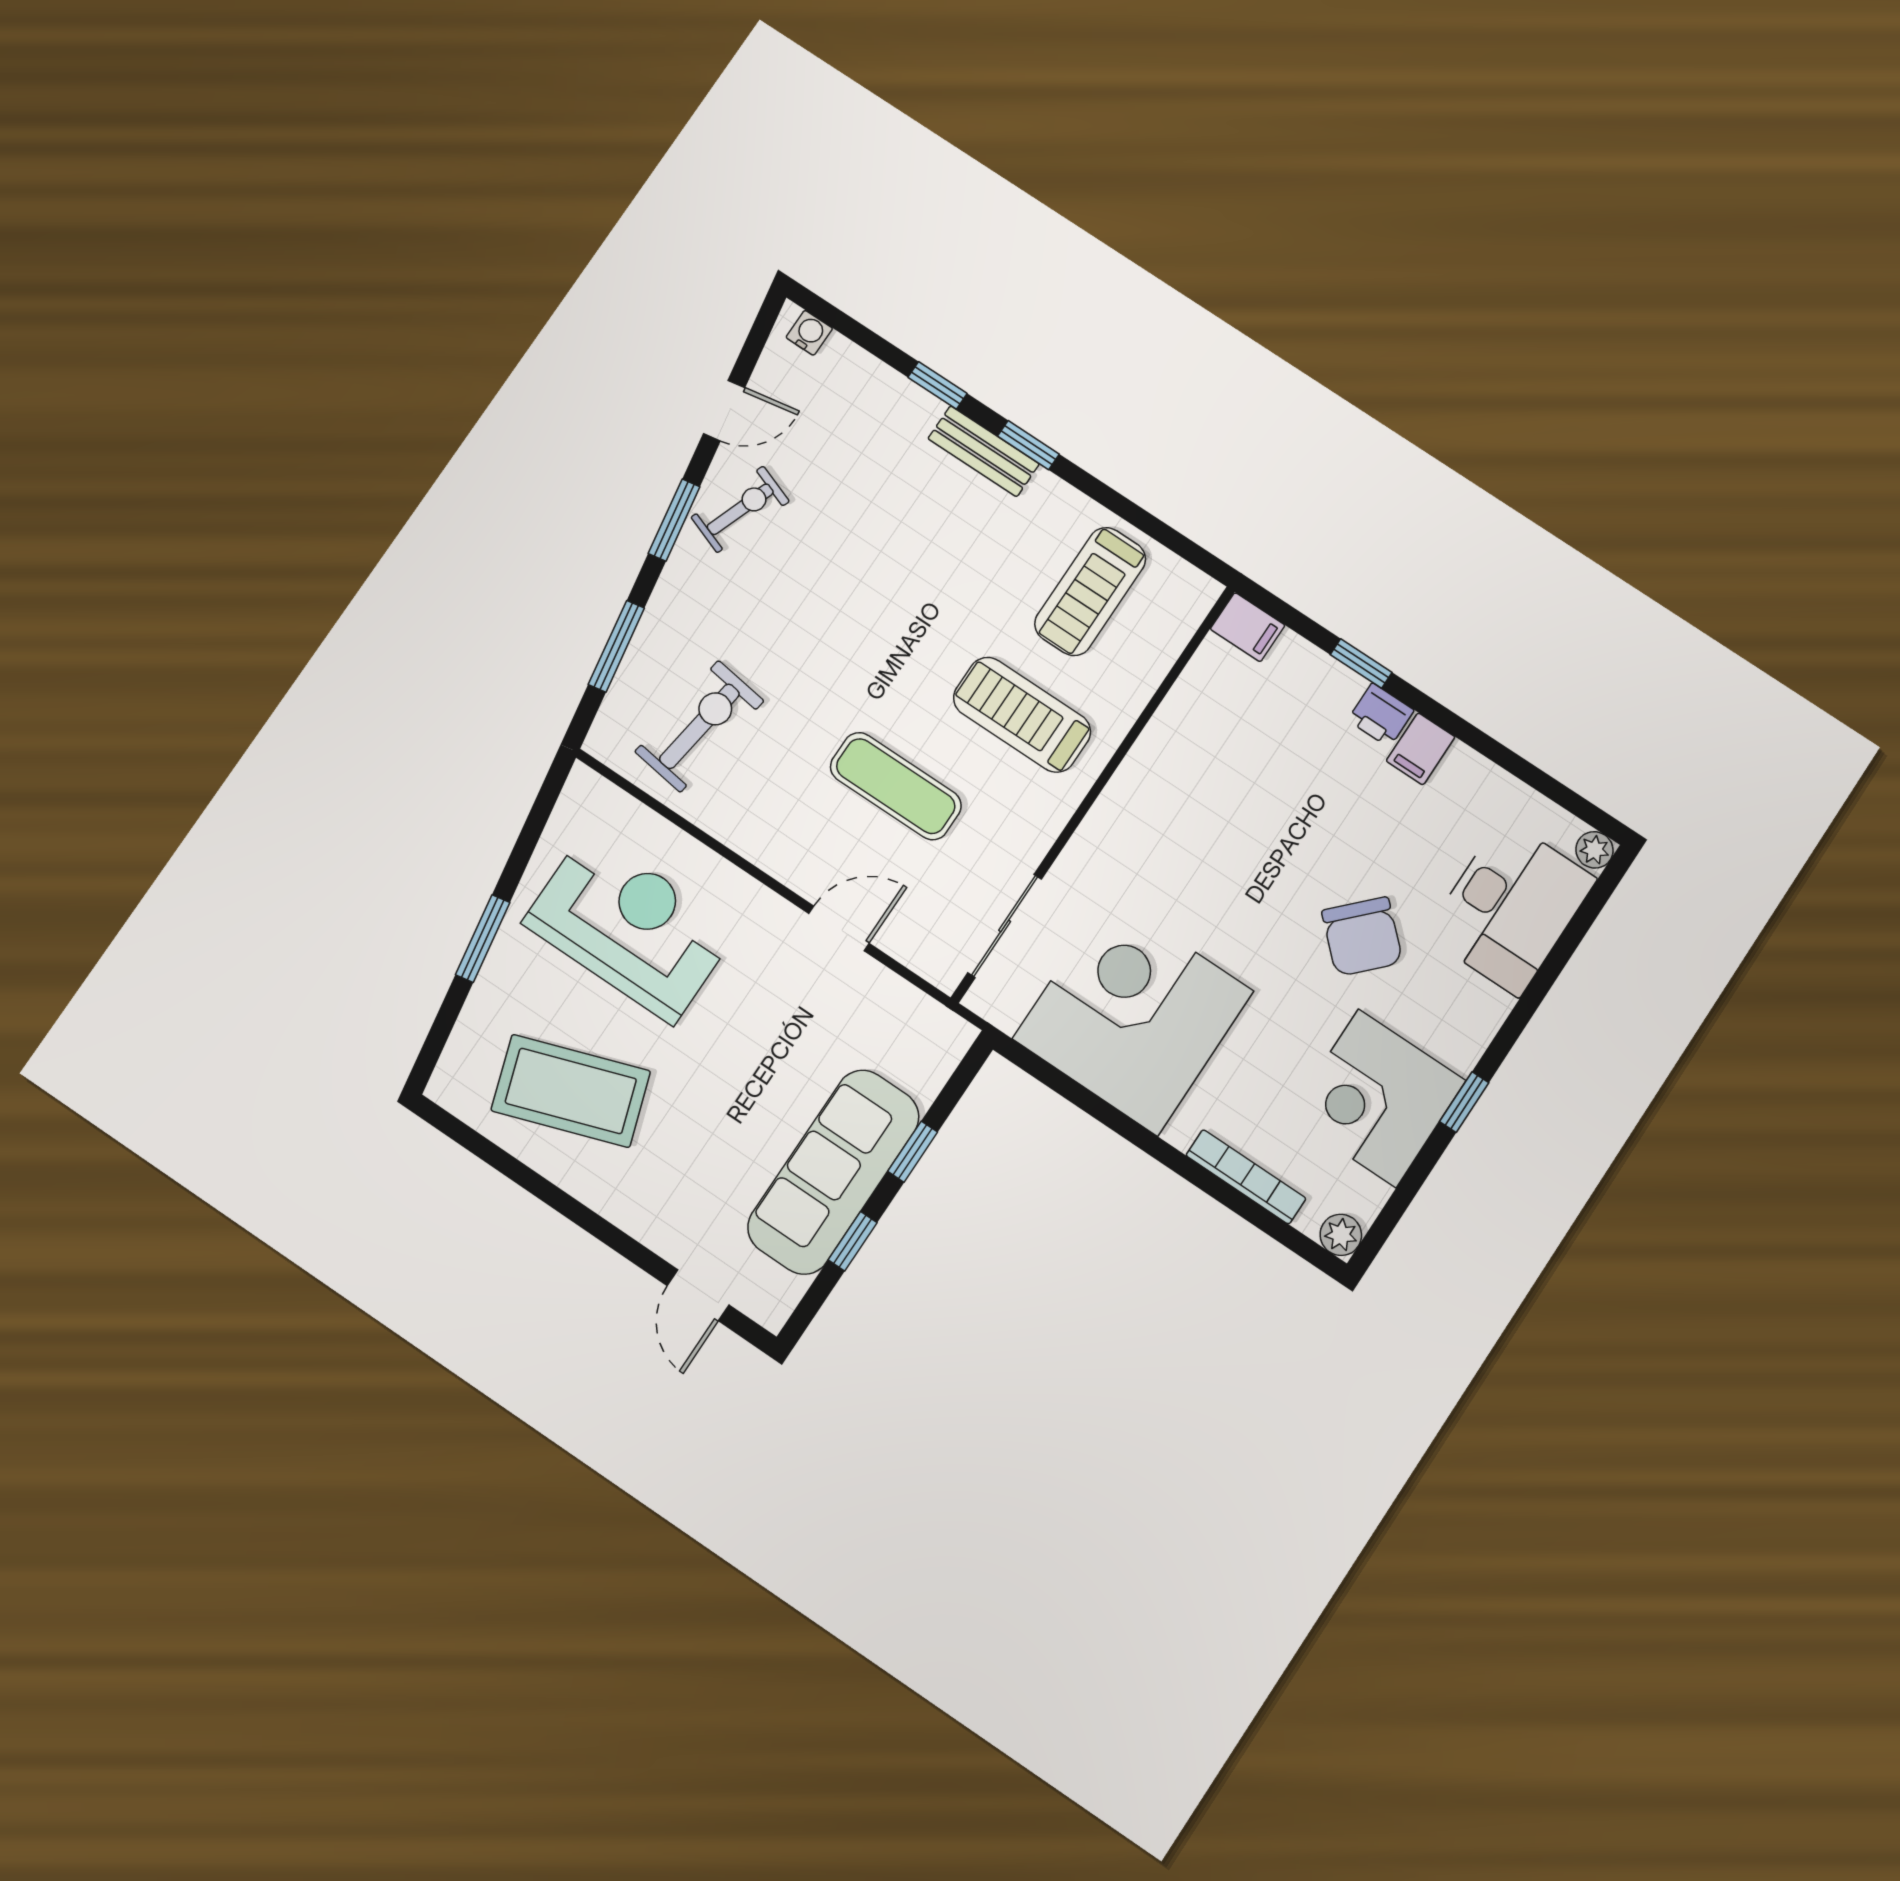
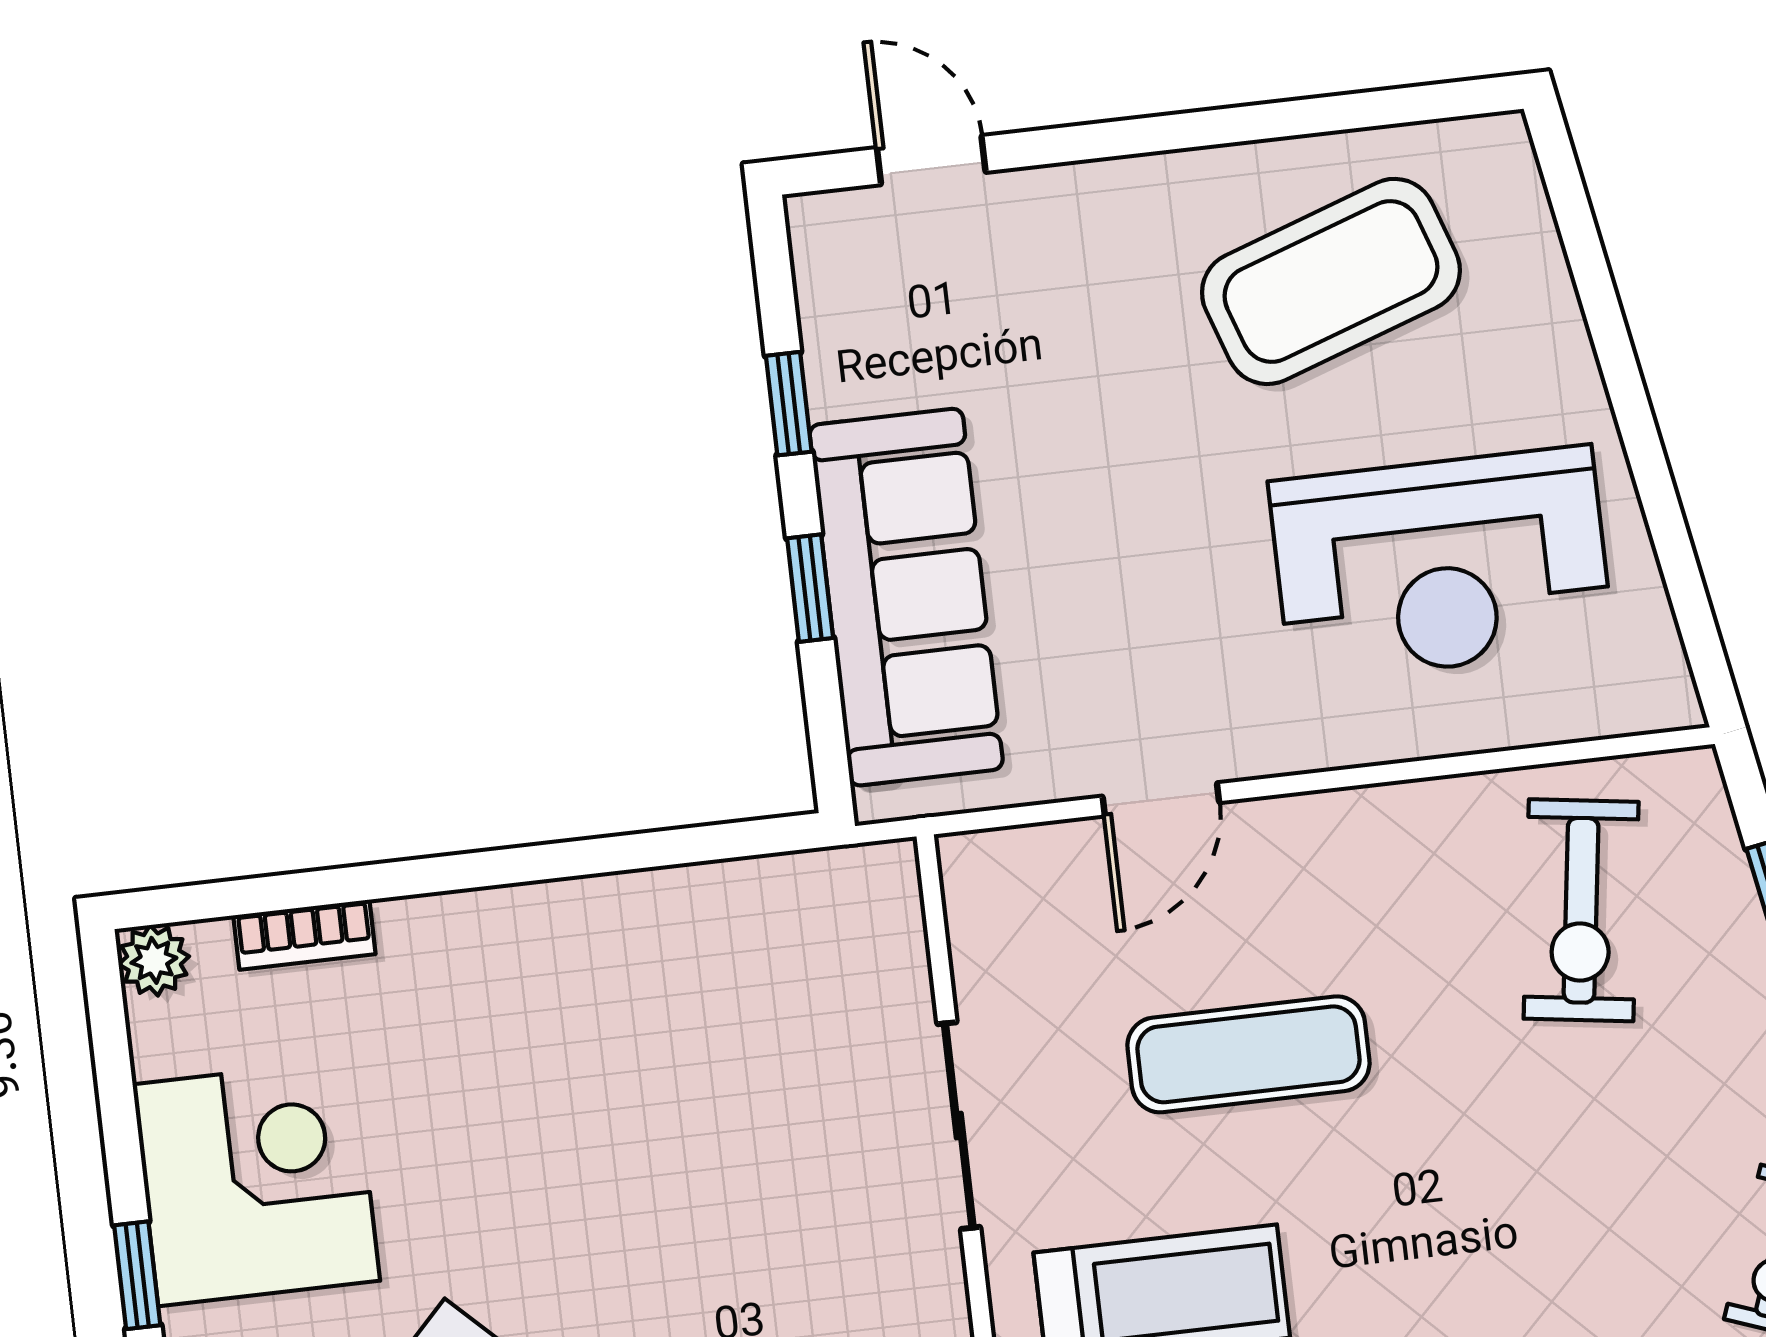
sliding door: (1005, 926) -> (959, 1126), moved
window: (483, 939) -> (1624, 381), removed
corner desk: (1133, 1015) -> (672, 1018), removed
sofa: (833, 1172) -> (906, 597), moved
bookcase: (1246, 1177) -> (304, 935), width x0.64

